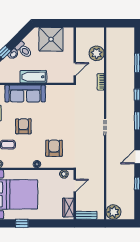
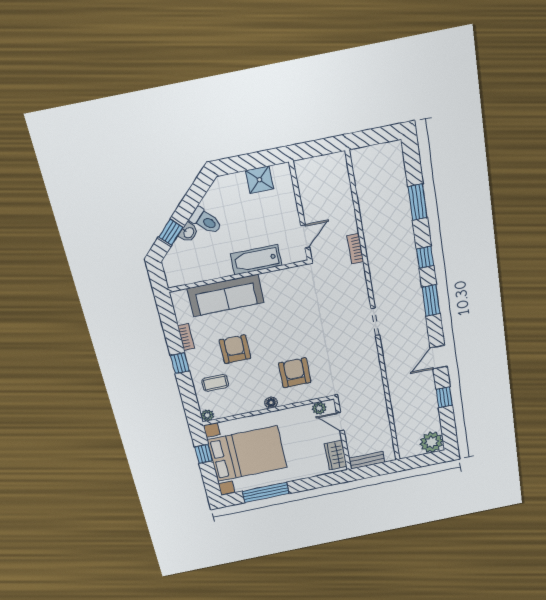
shower: (51, 39) -> (259, 180), width x0.54, depth x0.54
plant: (97, 53) -> (339, 200), removed
bathtub: (33, 77) -> (256, 260), moved
door: (75, 186) -> (340, 422), swing flipped
plant: (113, 212) -> (431, 442), moved
window: (22, 223) -> (266, 492), width x2.17

